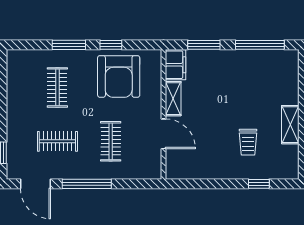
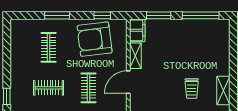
window: (111, 45) -> (102, 15), moved
armchair: (119, 76) -> (95, 39), turned 83
shelving: (290, 125) -> (223, 91), moved
door: (163, 134) -> (128, 82), swing flipped

